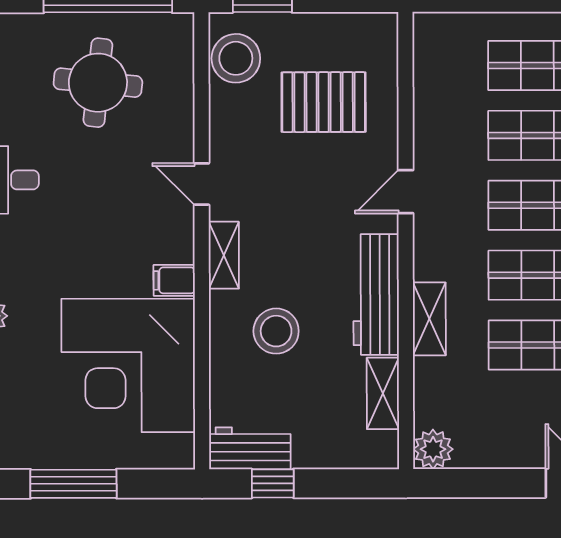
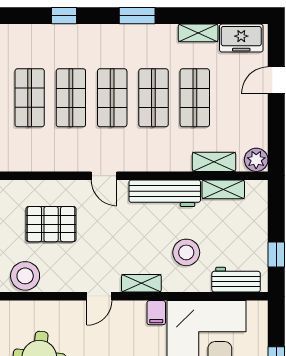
pallet: (324, 102) -> (51, 224), turned 90
shelving: (429, 319) -> (214, 162), moved
workbench: (250, 448) -> (236, 280), moved, turned 90

